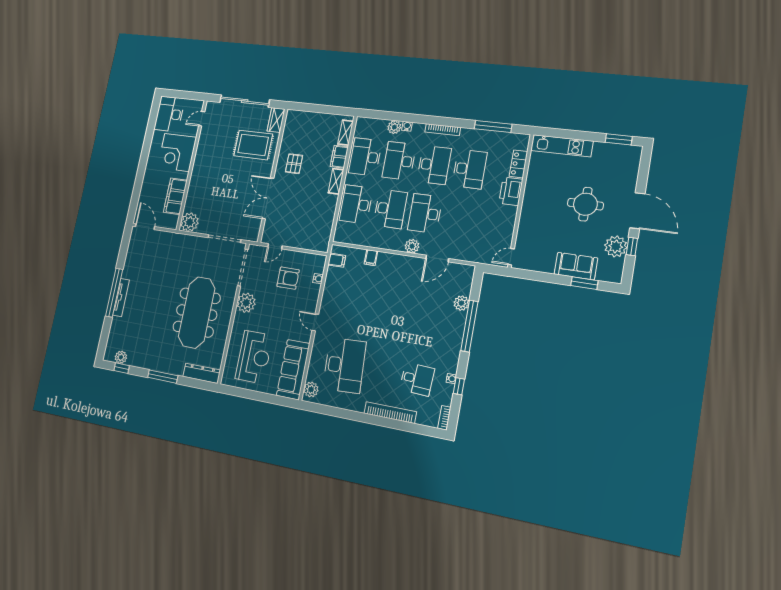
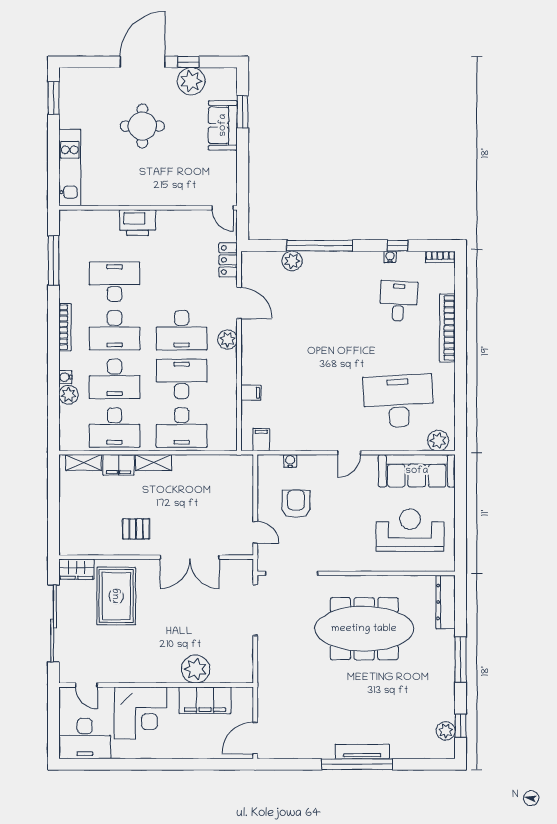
locker: (518, 164) -> (228, 260), moved, turned 90
desk: (434, 165) -> (115, 330), turned 180
plant: (190, 222) -> (196, 669), moved
plant: (246, 303) -> (339, 558), removed

